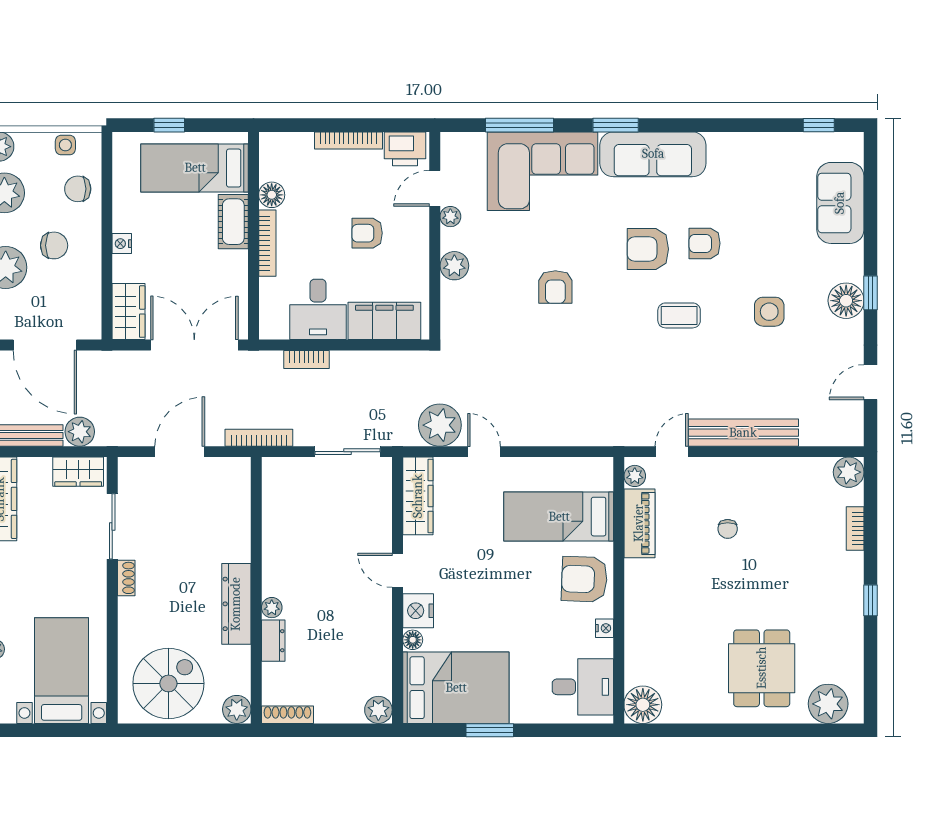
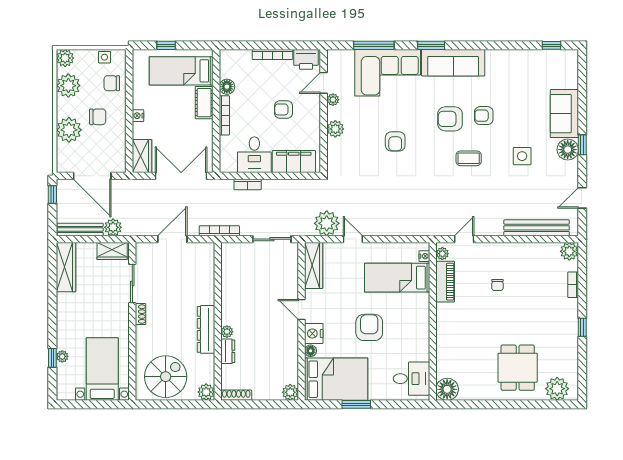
sofa: (840, 203) -> (564, 114), moved
bench: (743, 433) -> (537, 228), moved
armchair: (584, 579) -> (369, 327), moved, turned 88
nightstand: (604, 628) -> (424, 256), moved

